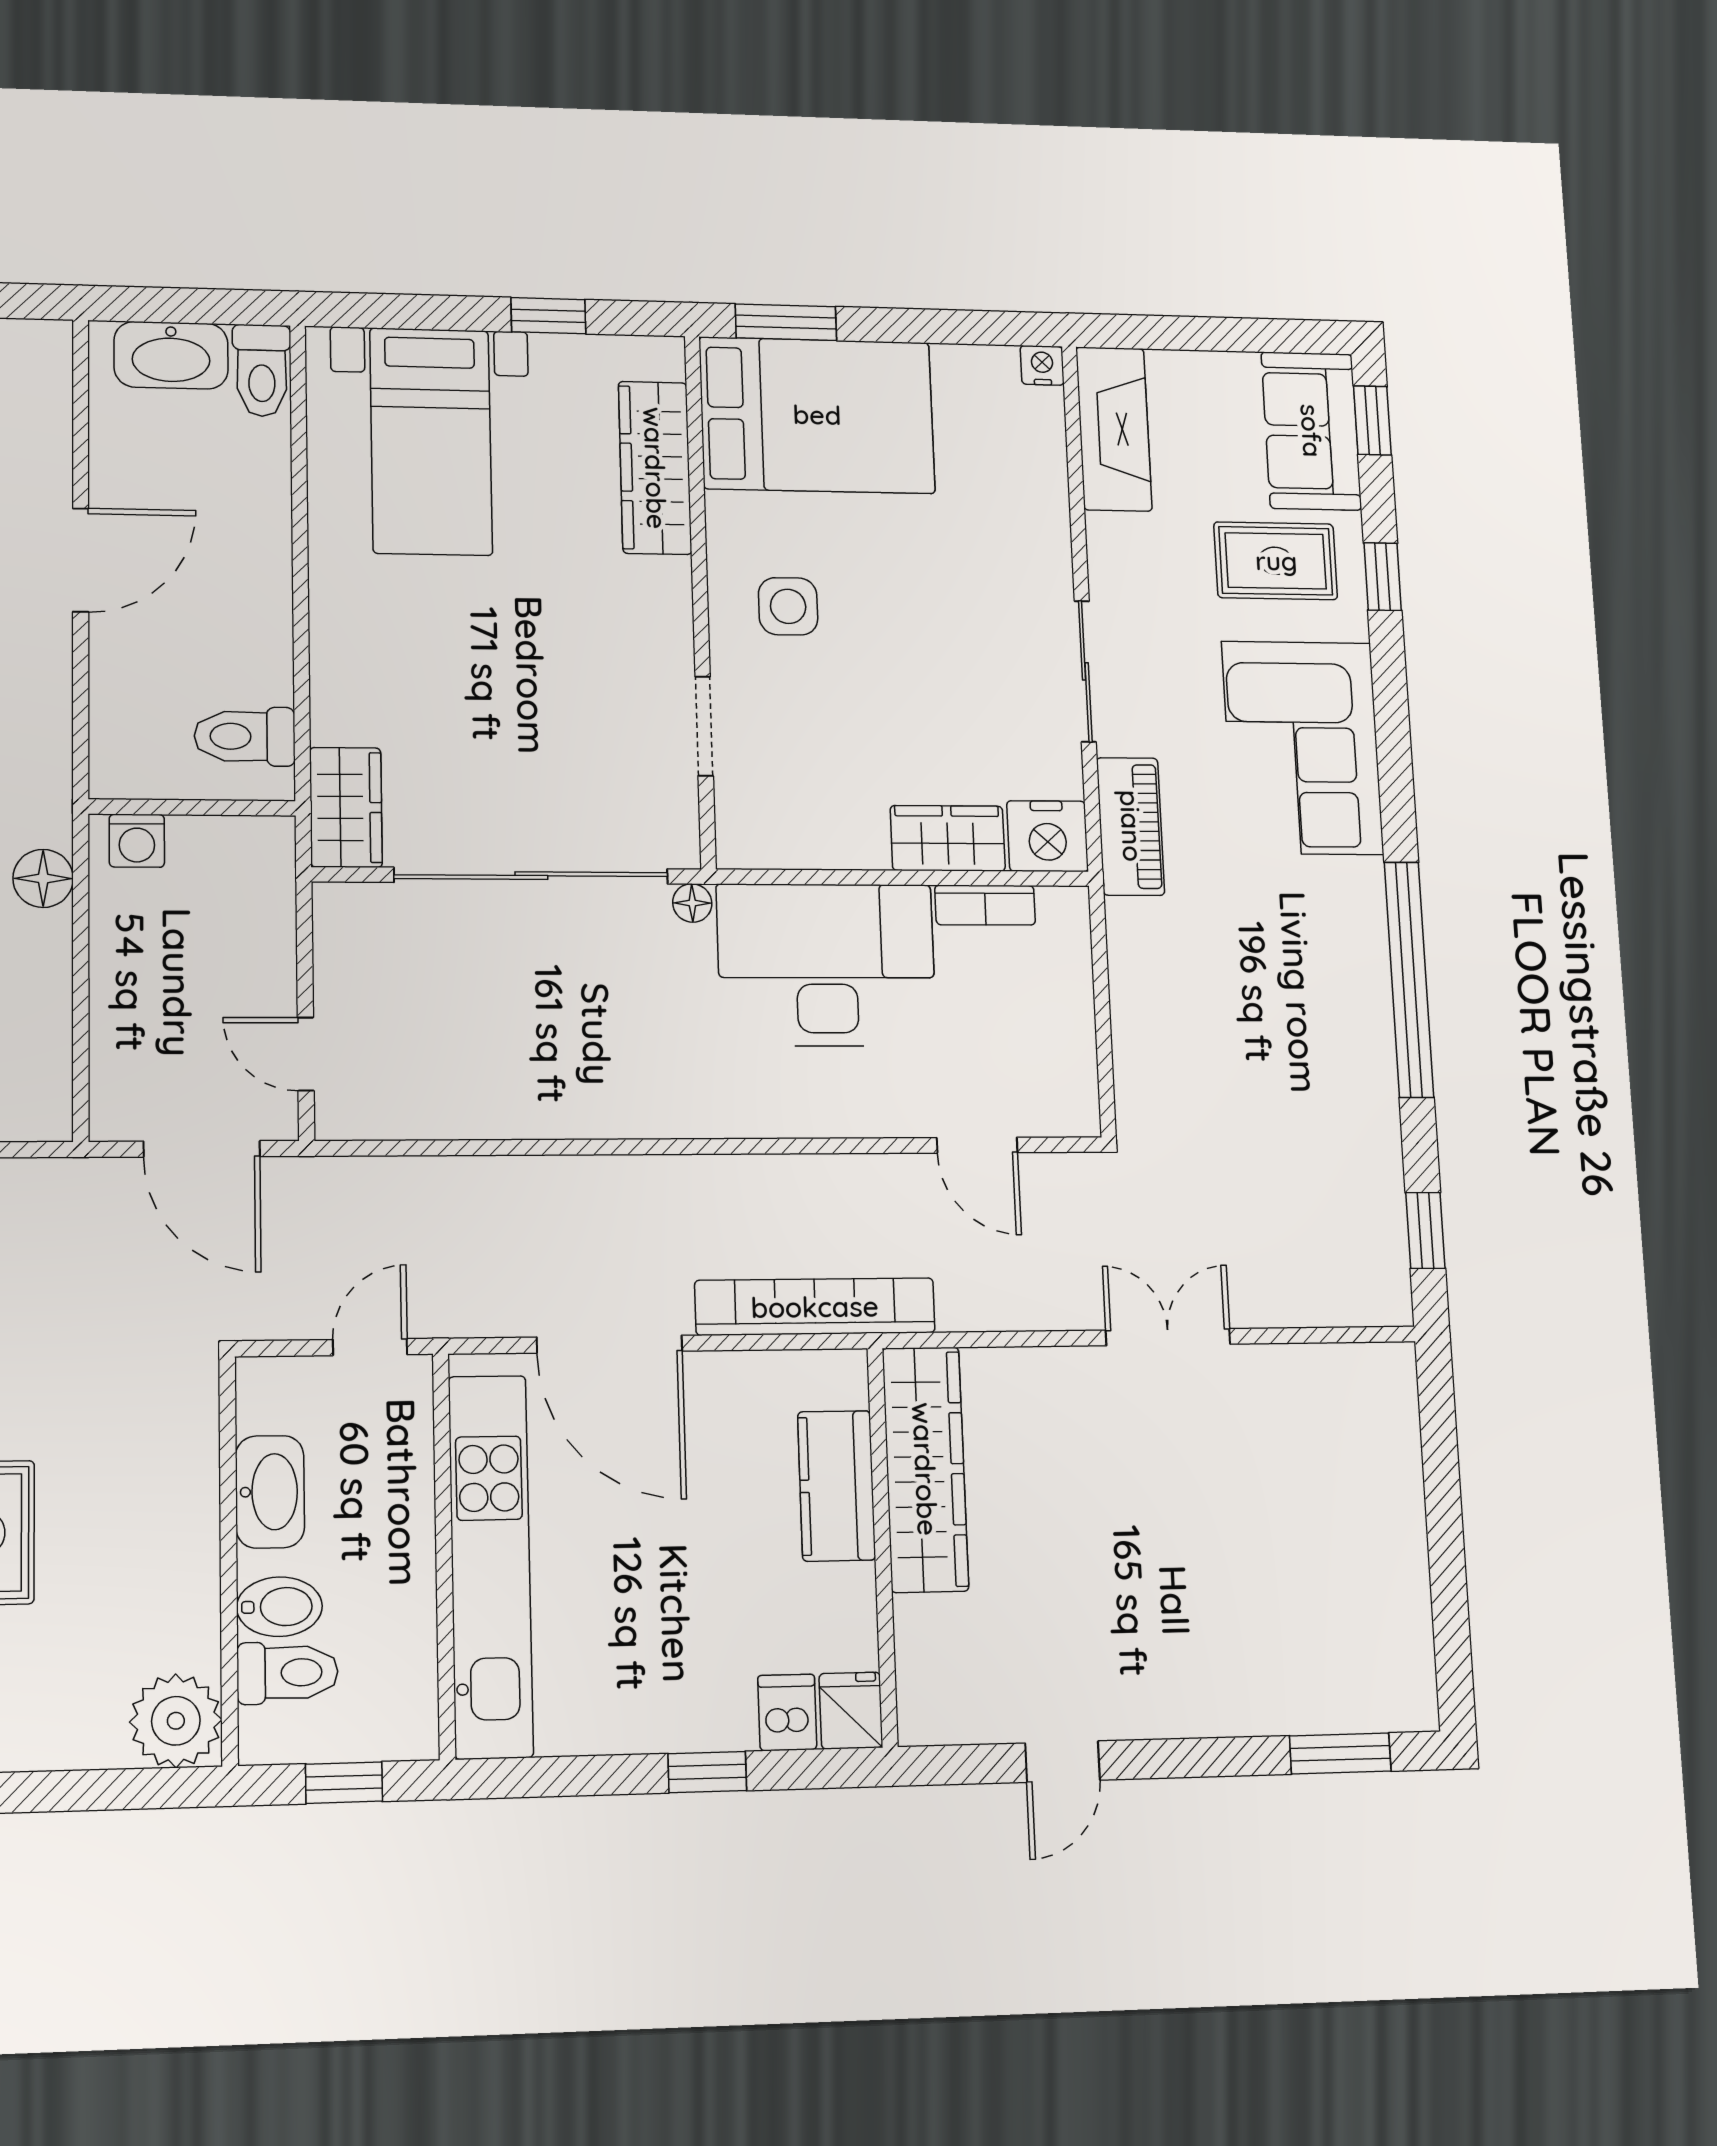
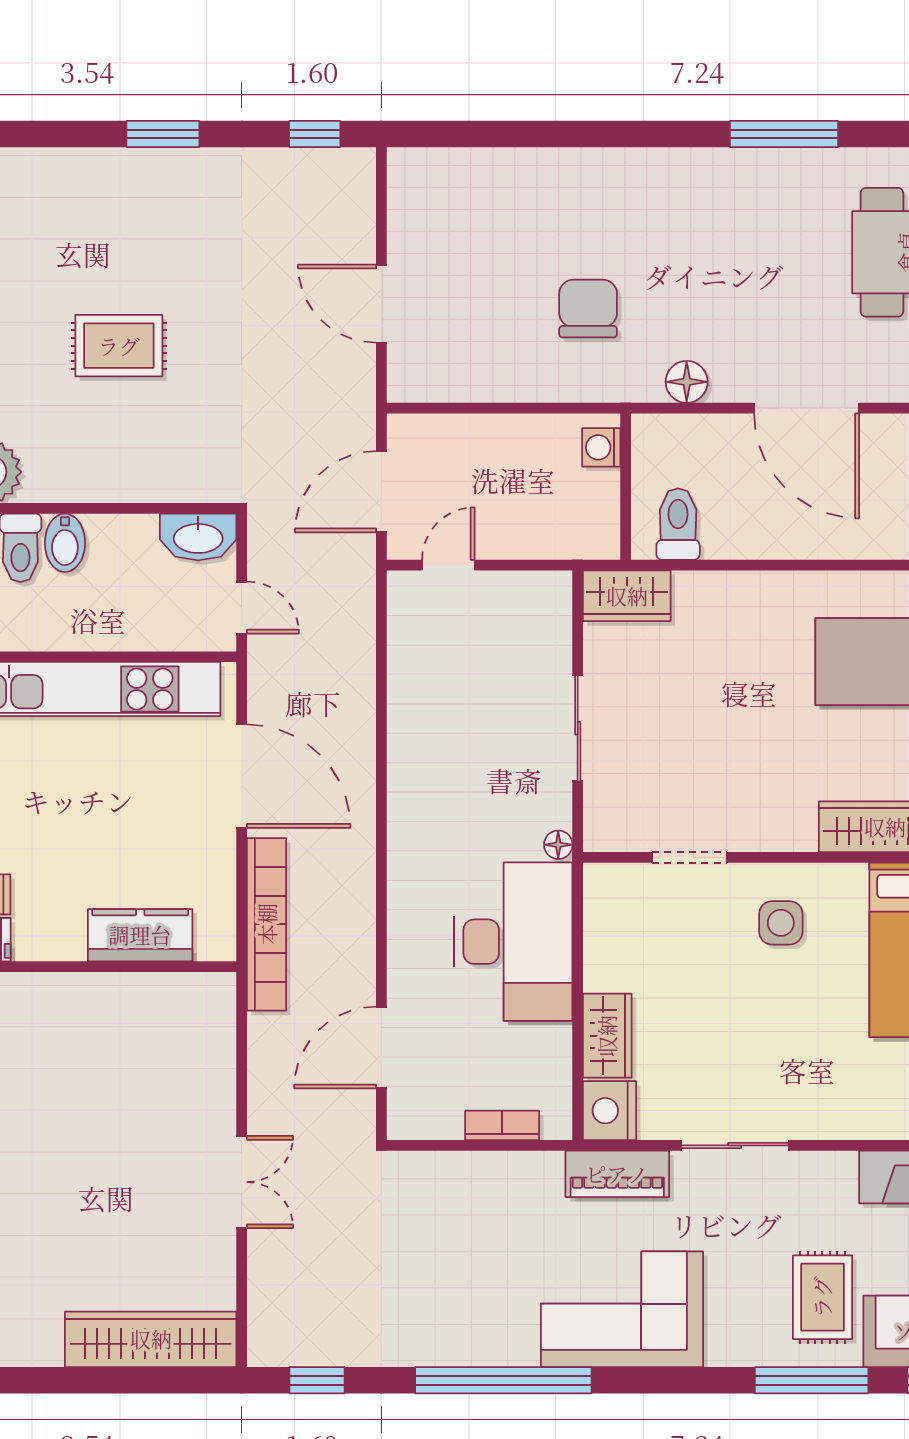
door: (81, 560) -> (807, 408), width x1.36
window: (1383, 577) -> (812, 1380), width x2.17
corner sofa: (1303, 748) -> (622, 1309), moved
sliding door: (531, 876) -> (578, 728), width x0.54
floor lamp: (43, 878) -> (687, 382), moved
bookcase: (985, 905) -> (502, 1125), moved, turned 90
door: (977, 1145) -> (381, 1048), width x1.38
door: (610, 1344) -> (242, 776), swing flipped
wardrobe: (925, 1469) -> (151, 1339), moved, turned 180
washbasin: (270, 1492) -> (198, 537), moved

